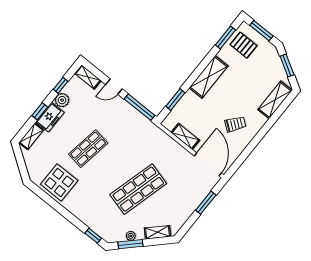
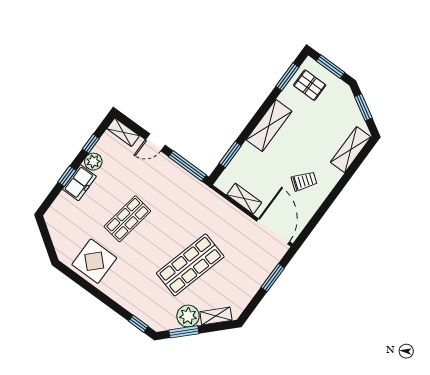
shelving: (31, 136) -> (58, 207), removed
plant: (131, 236) -> (188, 316), width x1.88, depth x1.88

